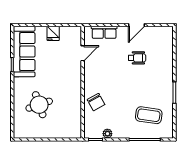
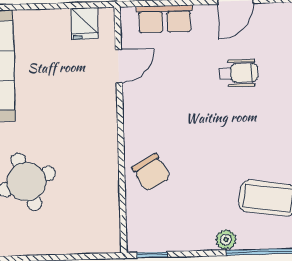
fridge: (53, 33) -> (84, 24), moved
plant: (107, 134) -> (226, 240), moved

